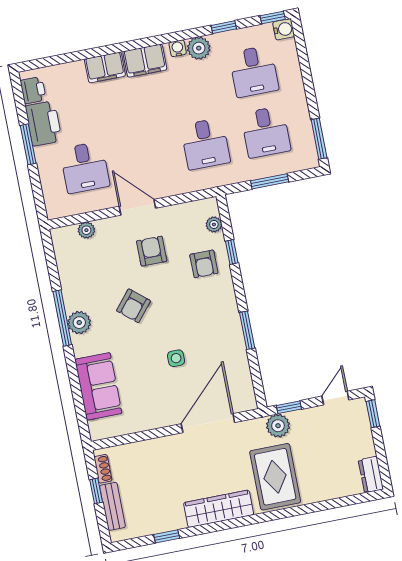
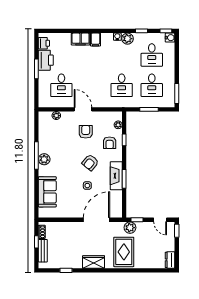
filing cabinet: (145, 61) -> (95, 40), width x0.50
armchair: (133, 306) -> (90, 163), moved
fireplace: (230, 327) -> (116, 176), added
door: (335, 398) -> (160, 220), swing flipped
wardrobe: (219, 509) -> (94, 262), width x0.67

